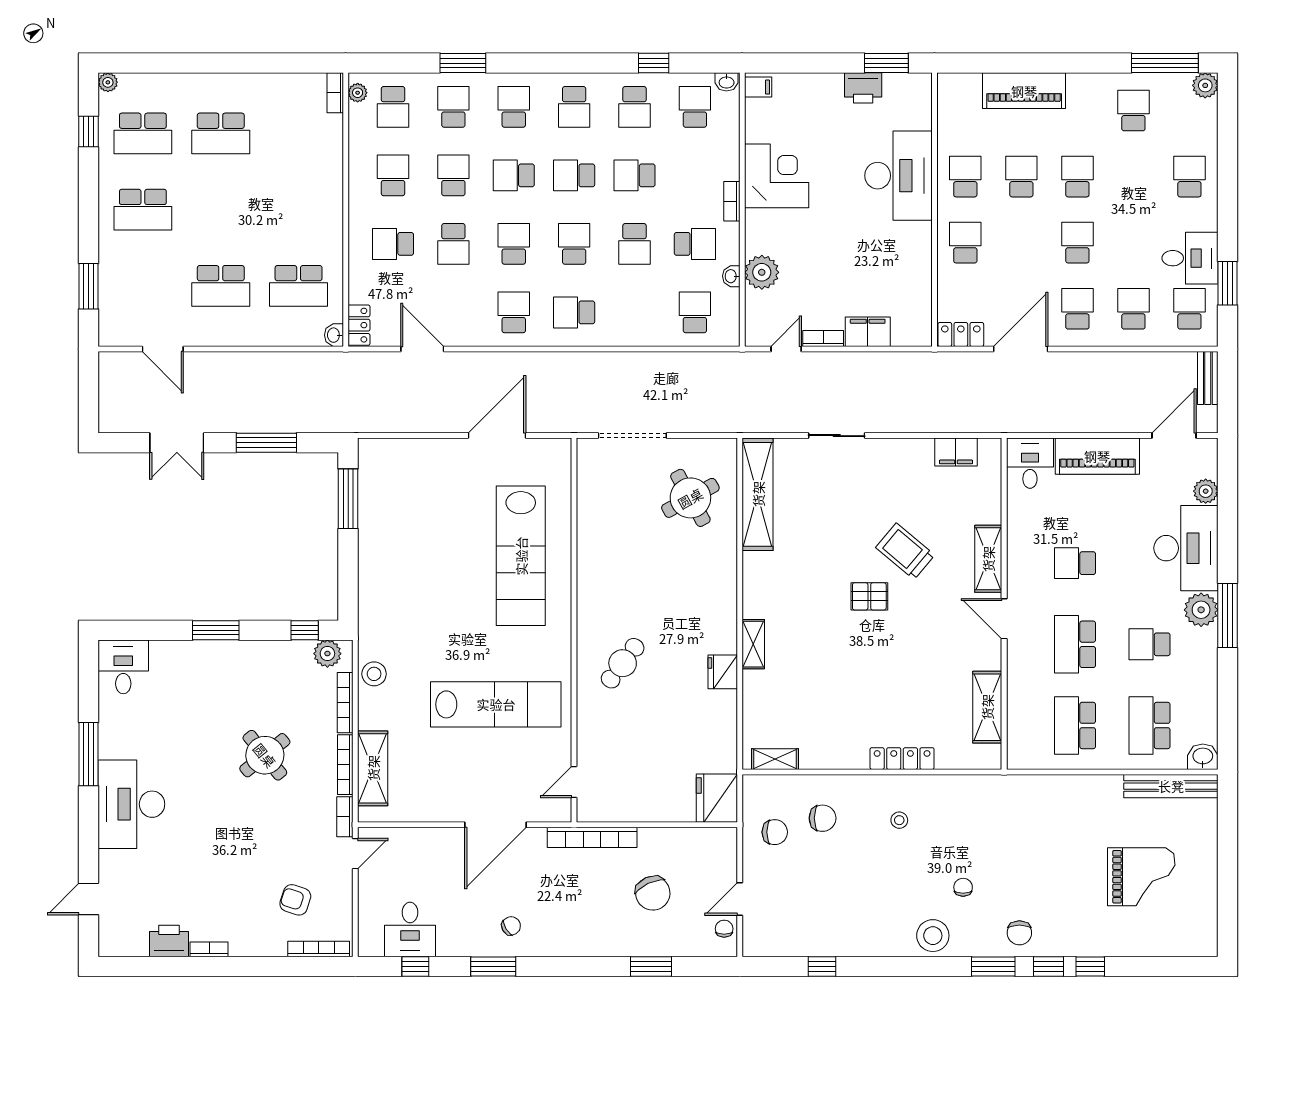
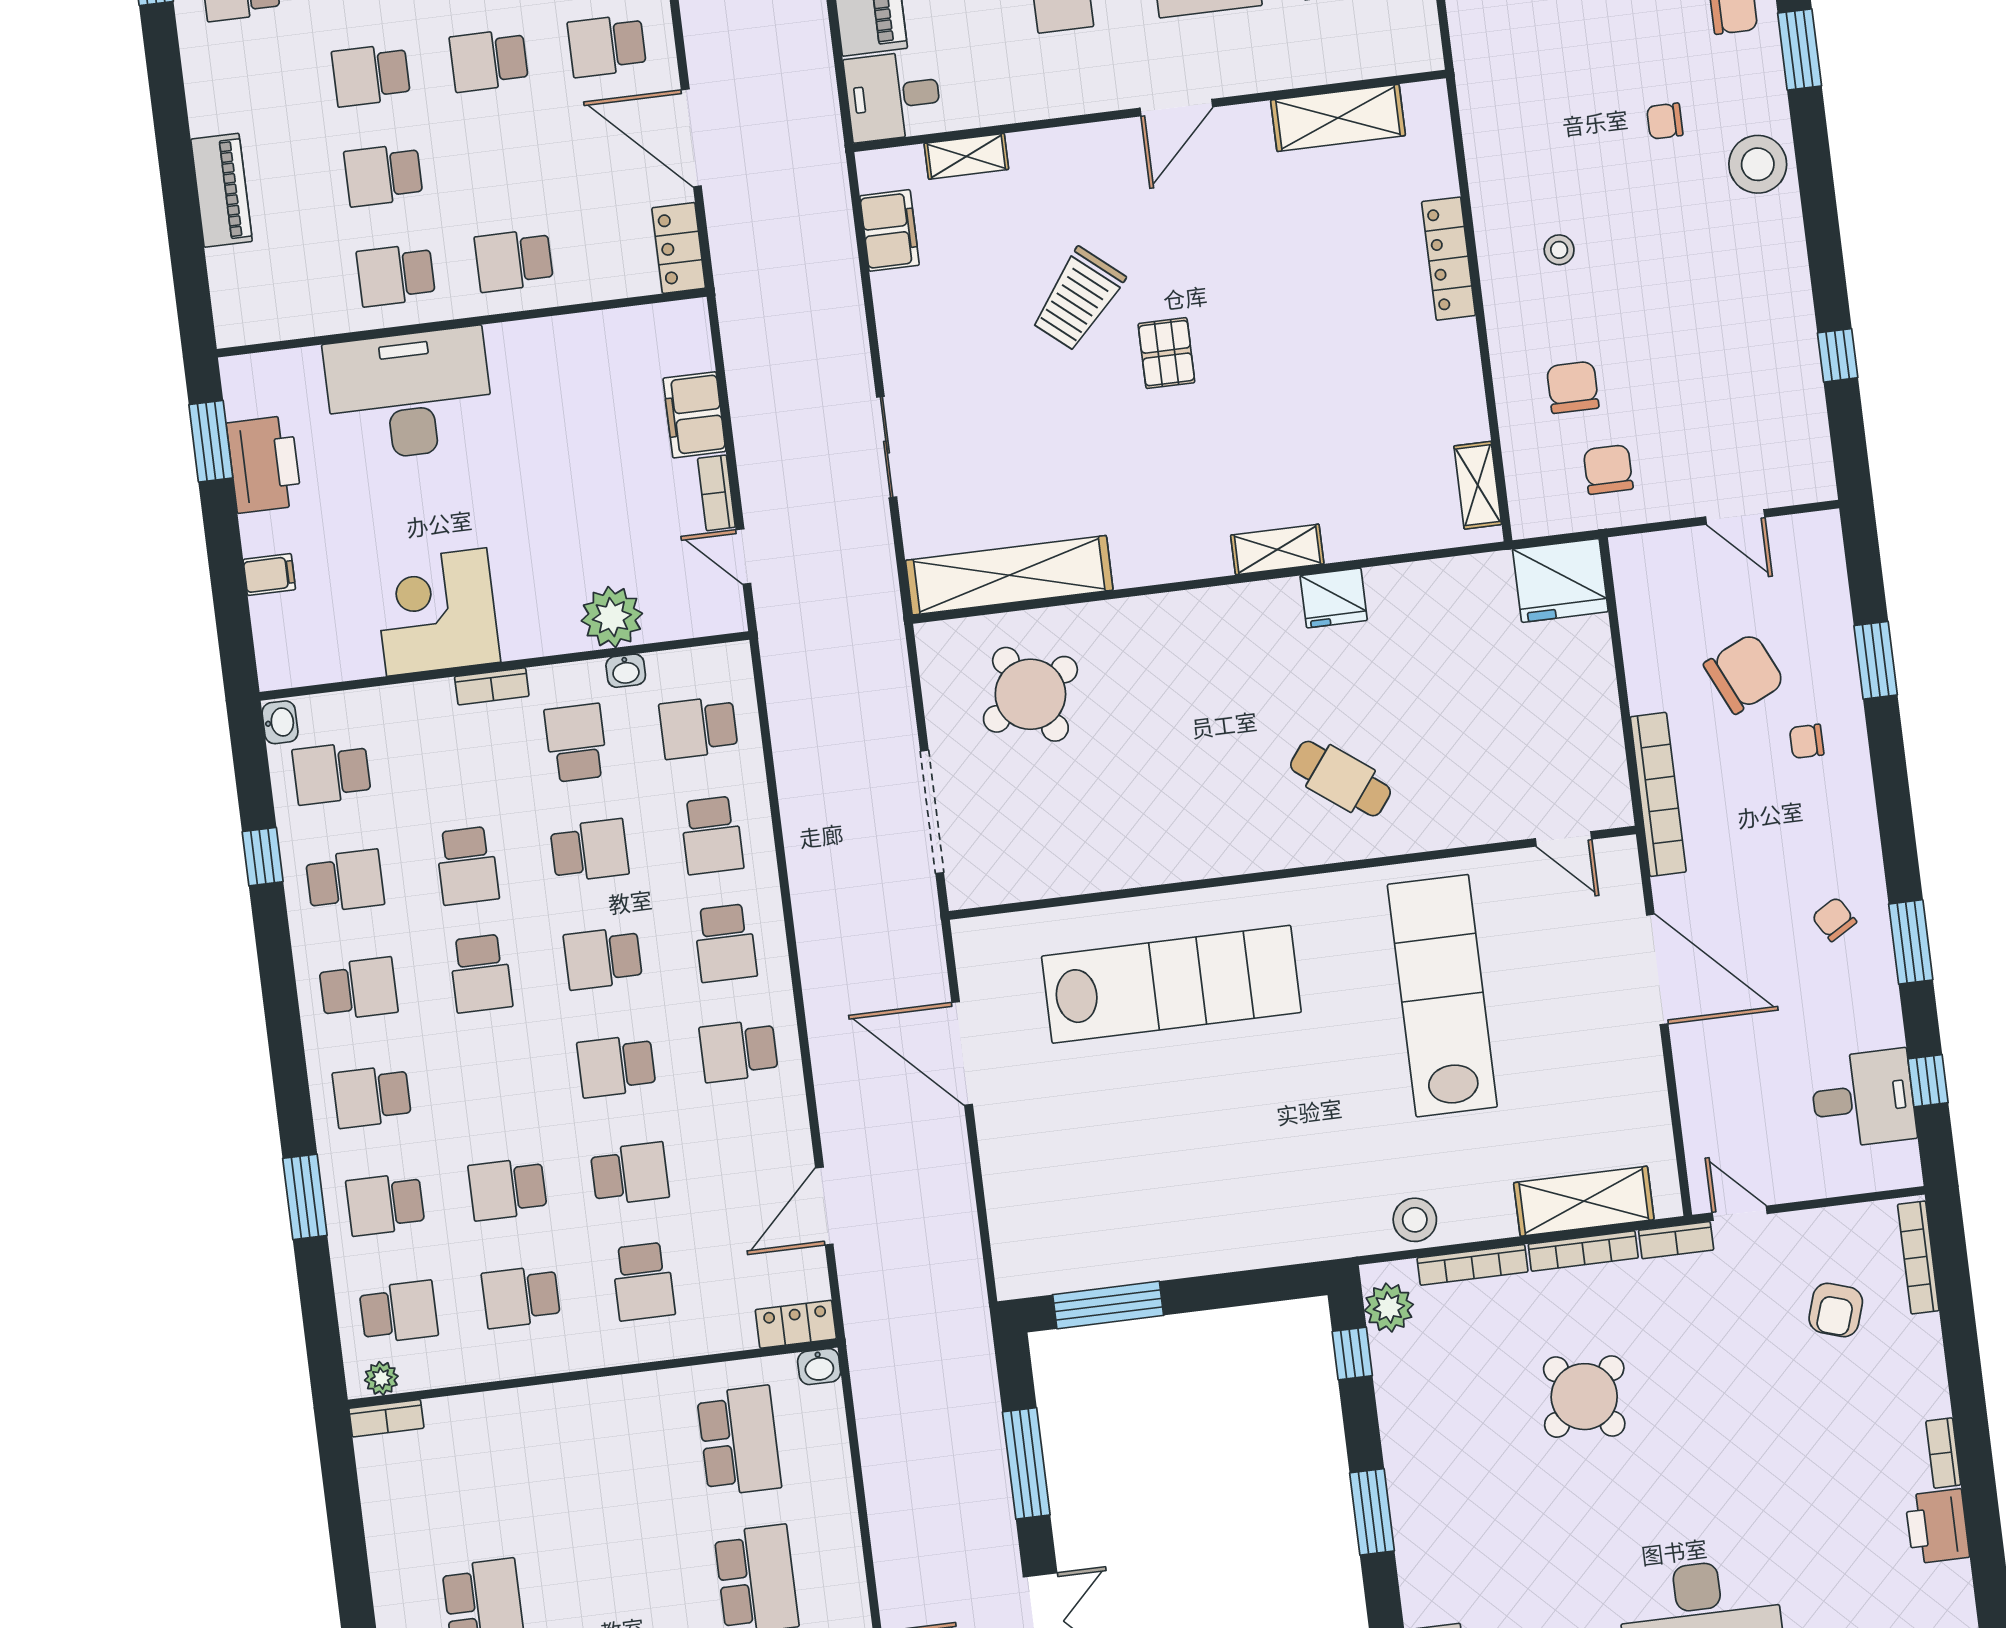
filing cabinet: (758, 87) -> (269, 575), moved, turned 90
printer: (863, 88) -> (264, 464), width x1.37, depth x1.19
piano: (1024, 91) -> (222, 190), width x0.73, depth x0.75
school desk: (514, 175) -> (712, 835), moved
shelving: (988, 559) -> (966, 156), moved, width x0.67, depth x0.75
chair: (724, 929) -> (1807, 741), moved

